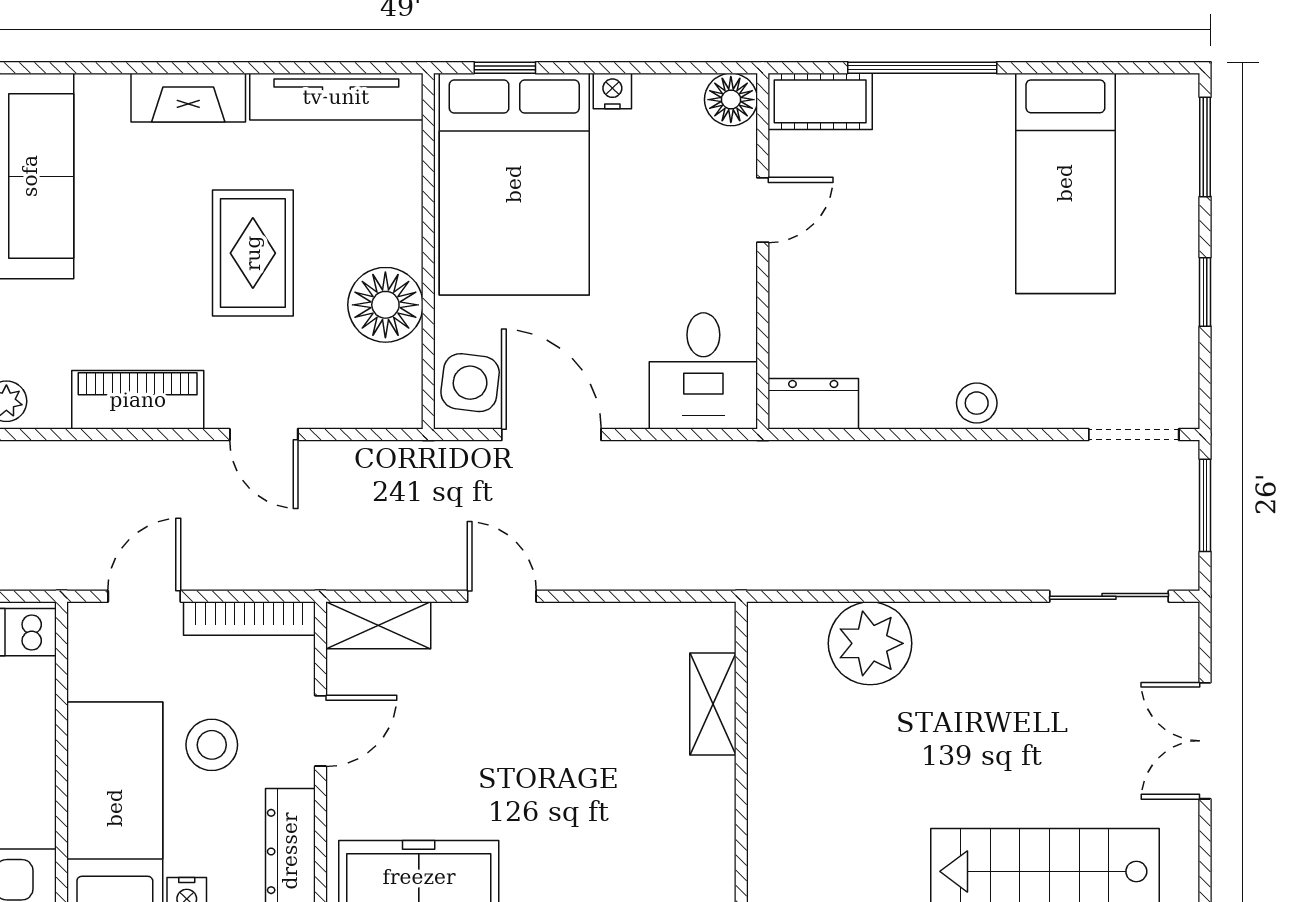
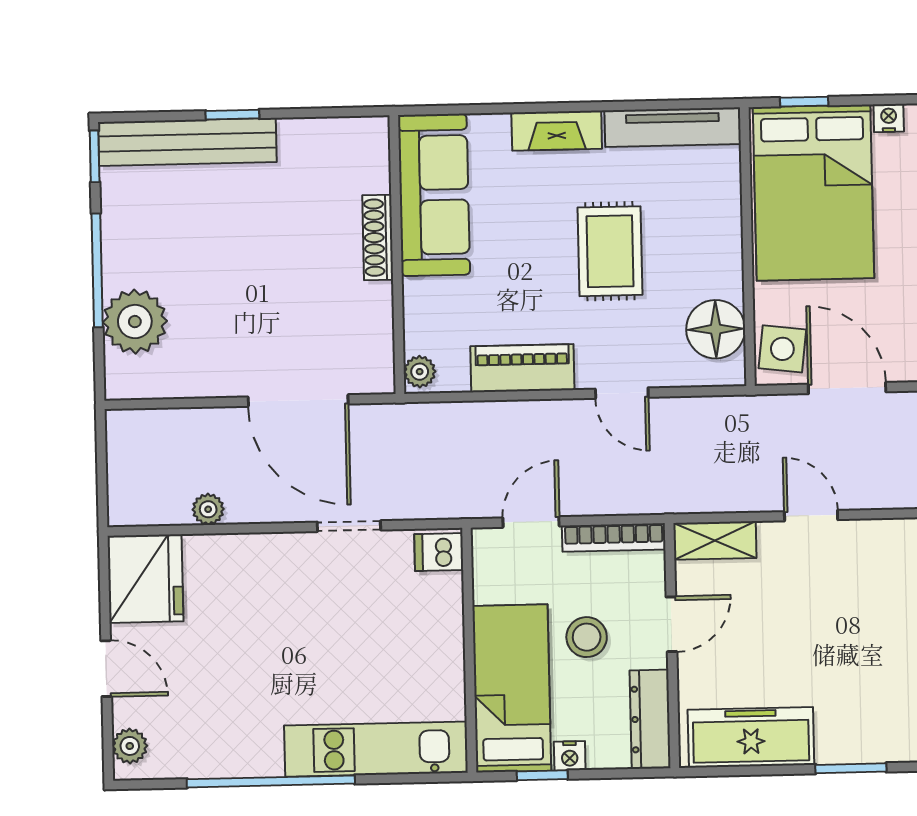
floor lamp: (385, 305) -> (716, 329), moved

